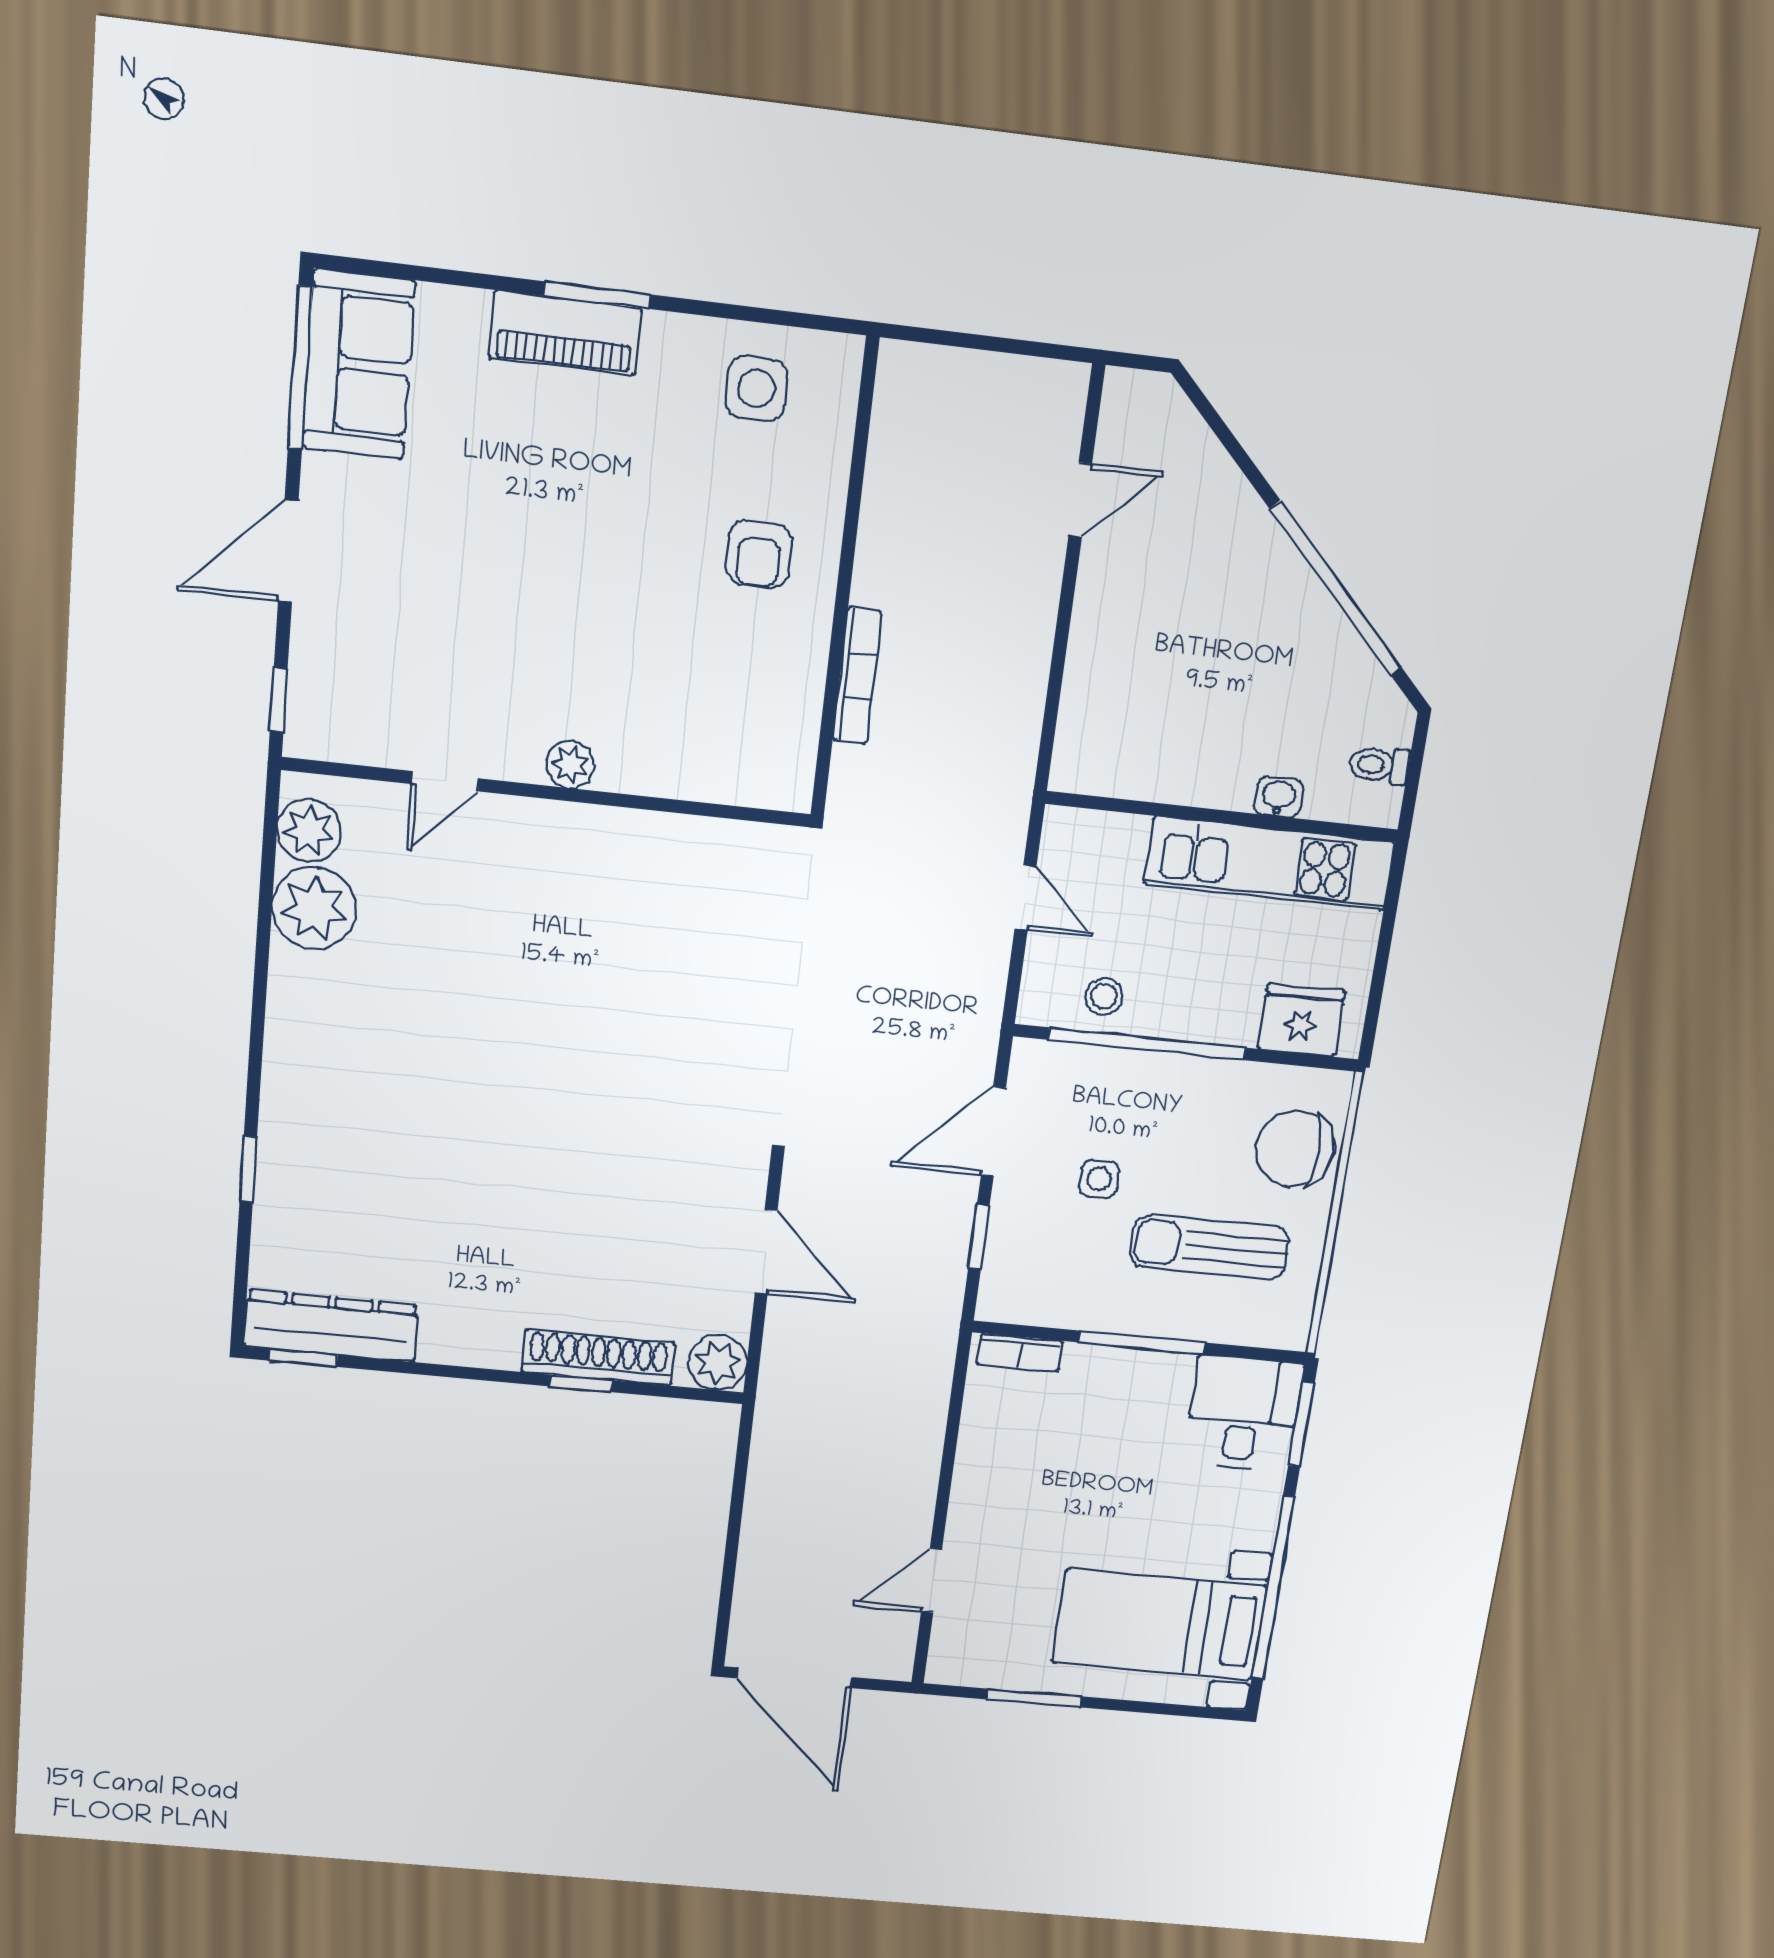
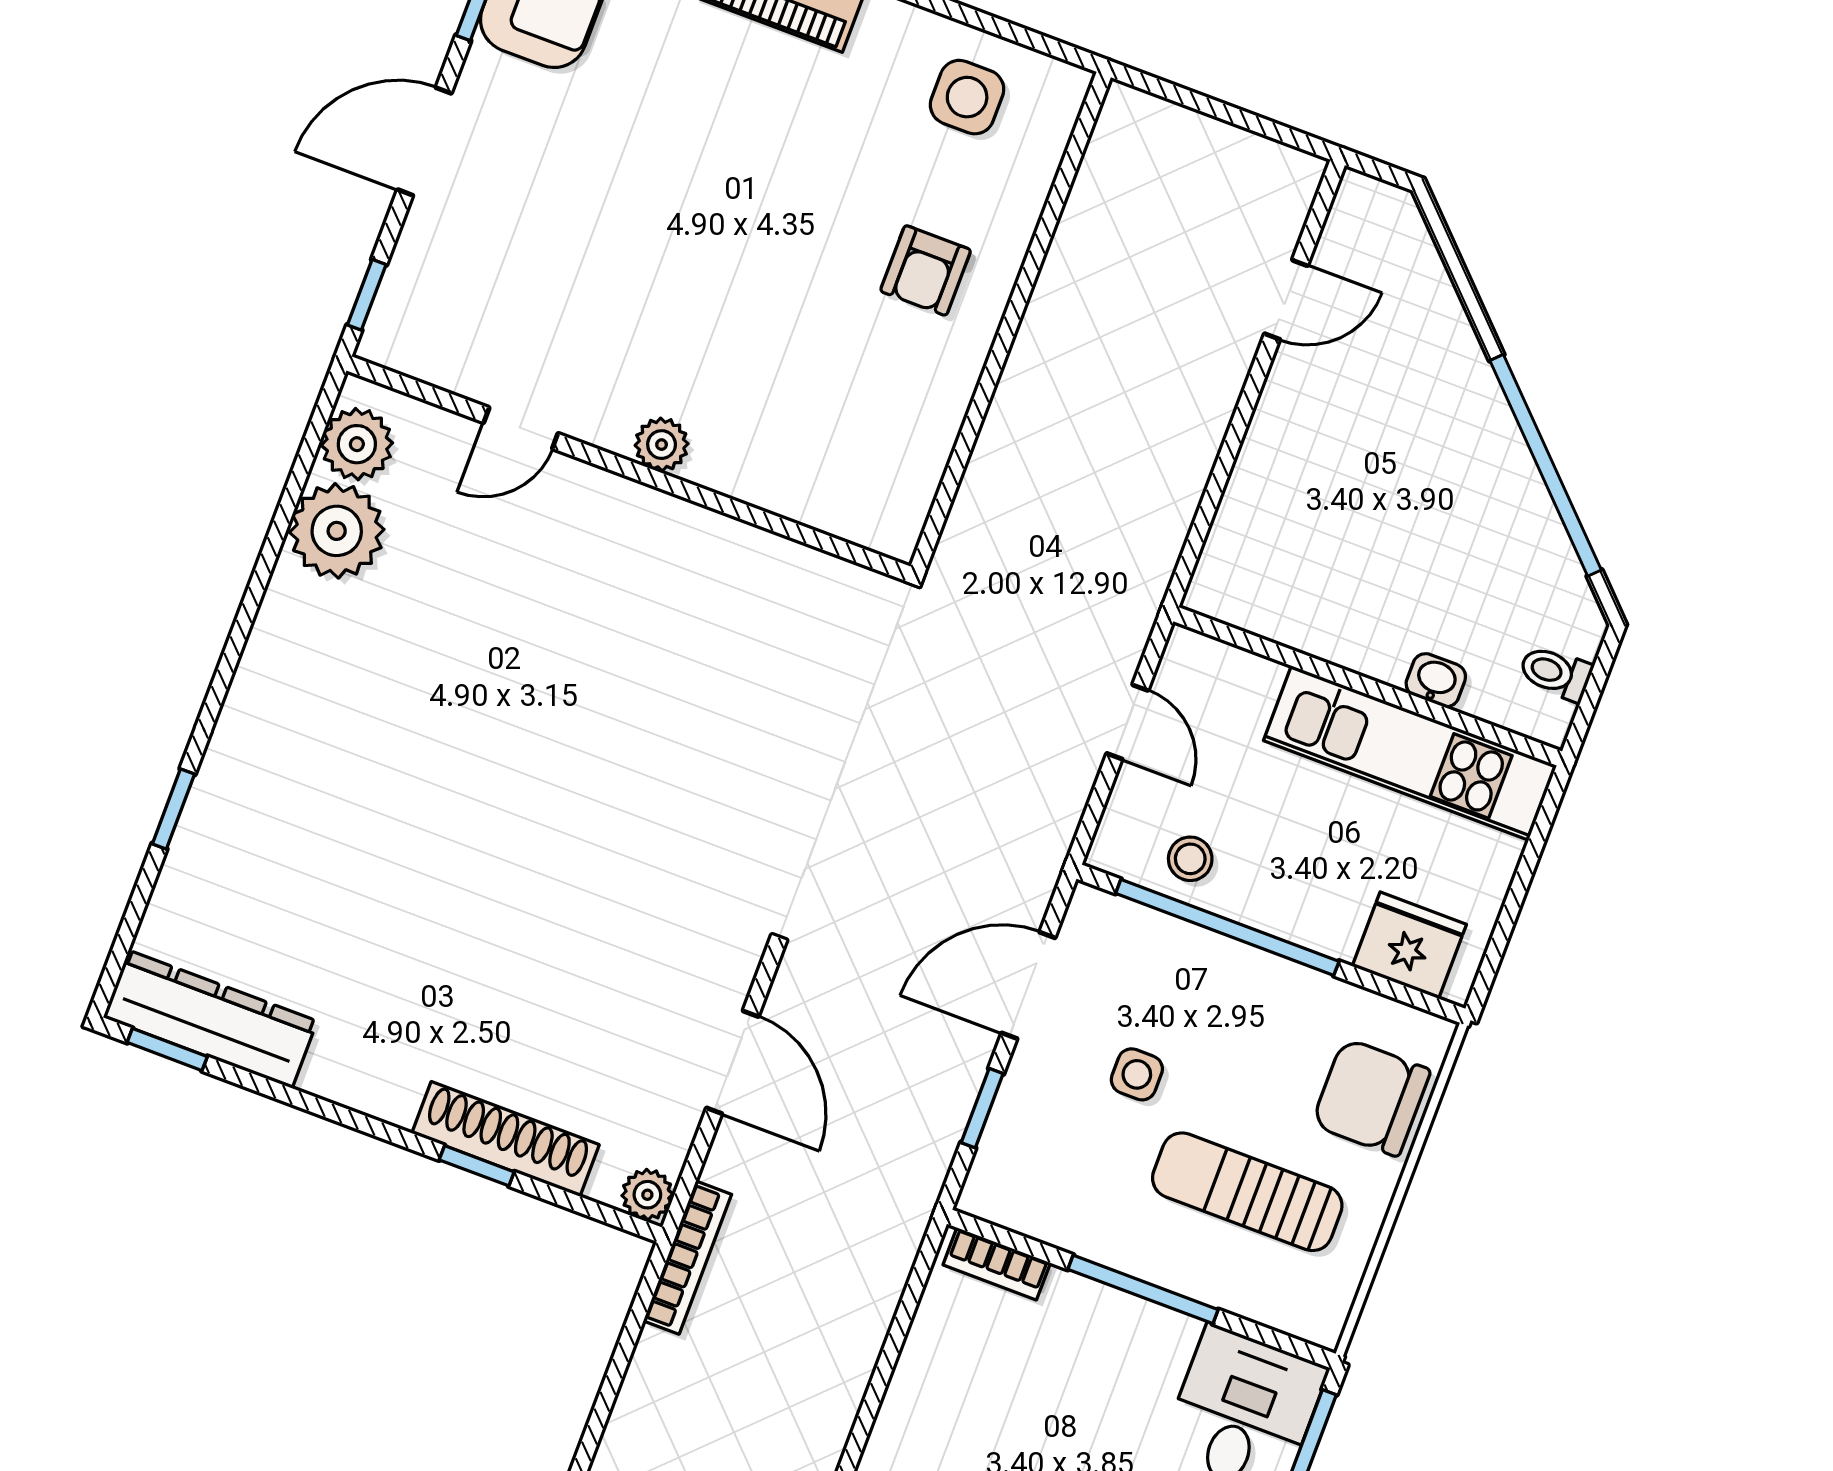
bookcase: (857, 676) -> (687, 1258), moved
plant: (718, 1363) -> (647, 1195), width x0.73, depth x0.73

